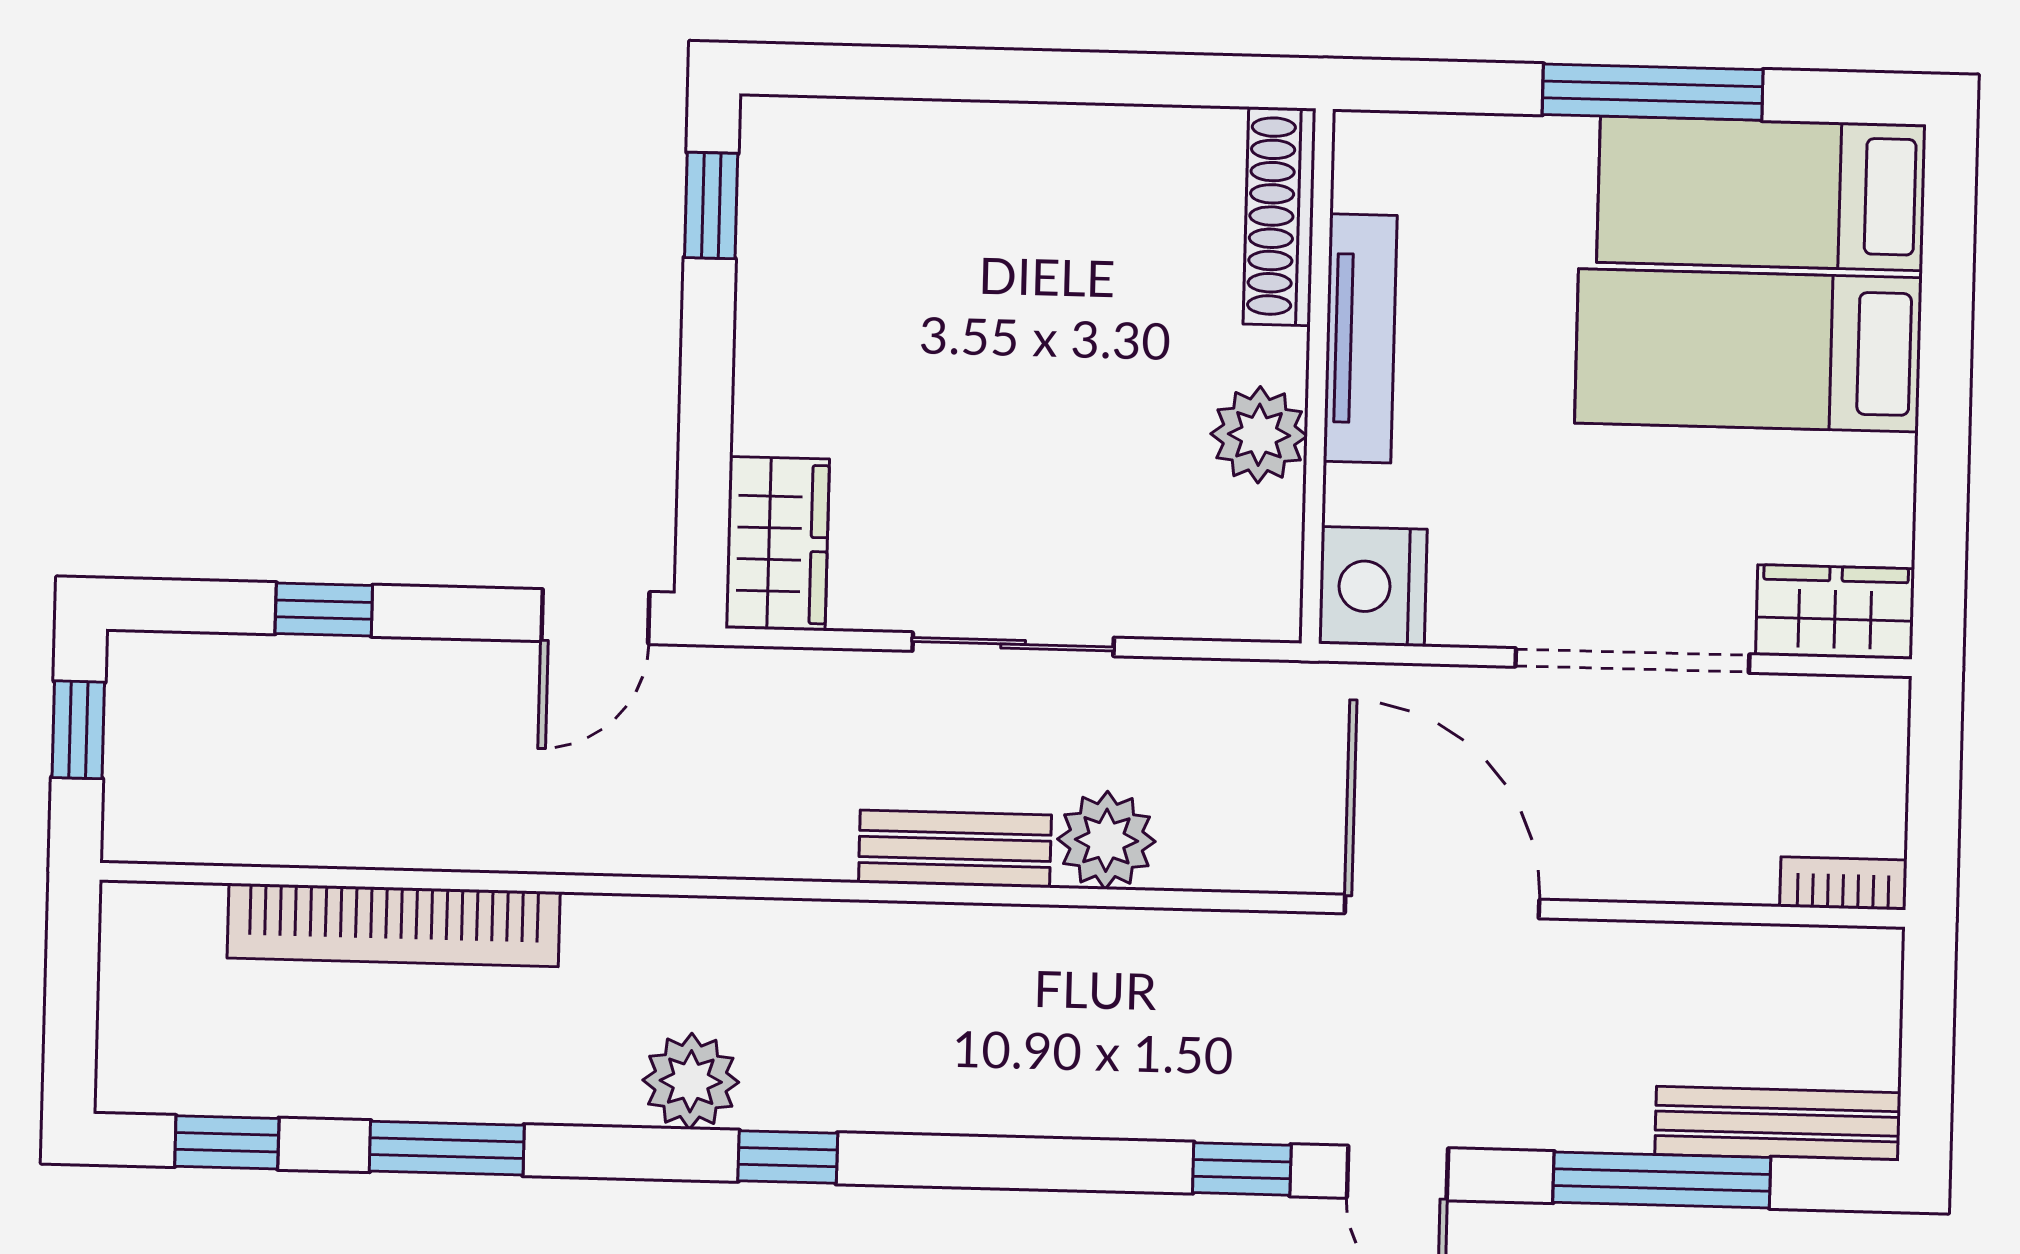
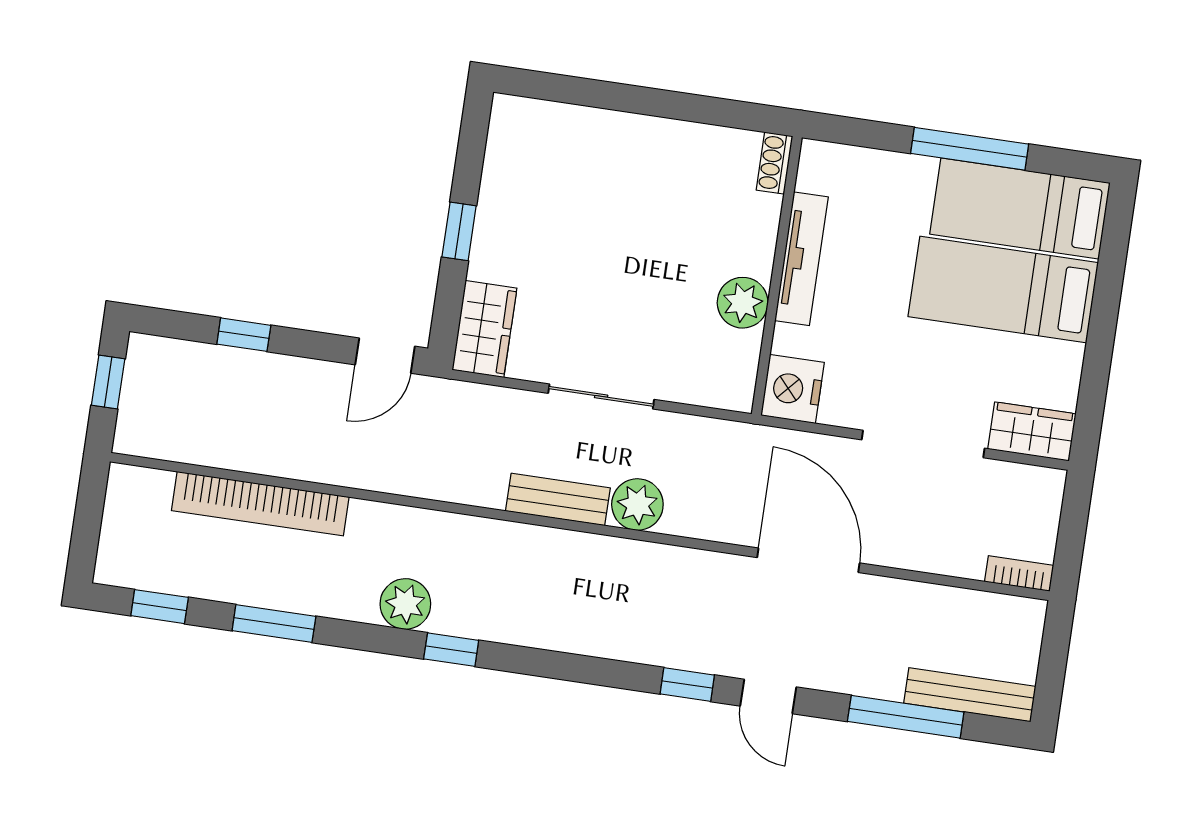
window: (711, 205) -> (459, 231), moved
shoe rack: (1280, 216) -> (774, 163), width x0.51, depth x0.81

